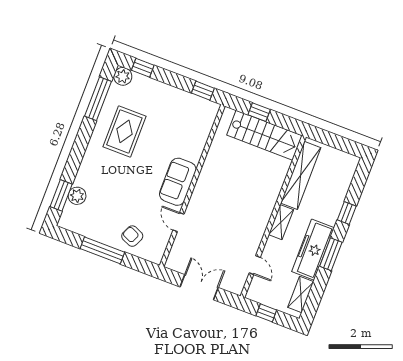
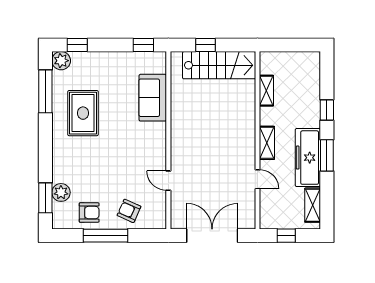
shelving: (301, 175) -> (266, 91), width x0.45, depth x0.75
sofa: (178, 182) -> (153, 98), moved
armchair: (96, 224) -> (89, 213), added
door: (255, 265) -> (257, 179), moved
double door: (199, 287) -> (212, 236), width x1.37

